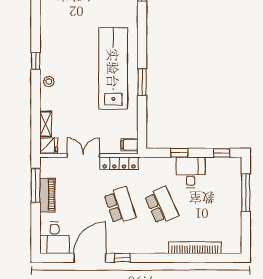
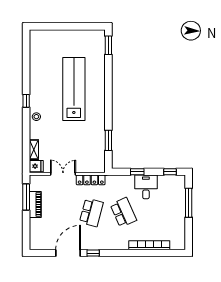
lab bench: (113, 68) -> (74, 89), moved
window: (142, 82) -> (108, 140), moved
filing cabinet: (129, 145) -> (99, 166), removed
school desk: (120, 205) -> (91, 212), turned 33
desk: (55, 238) -> (41, 238), removed

